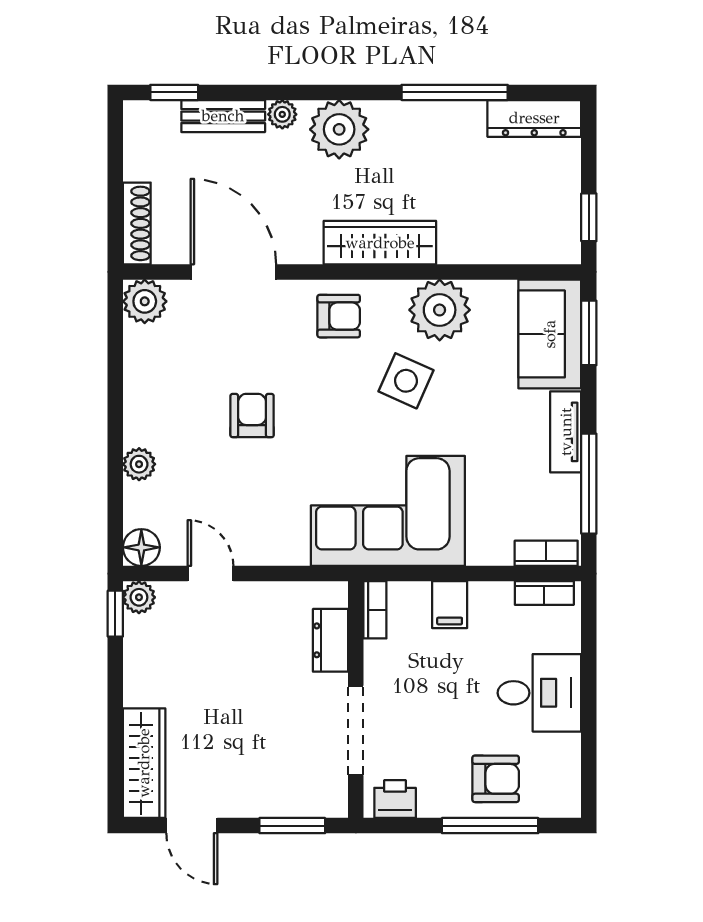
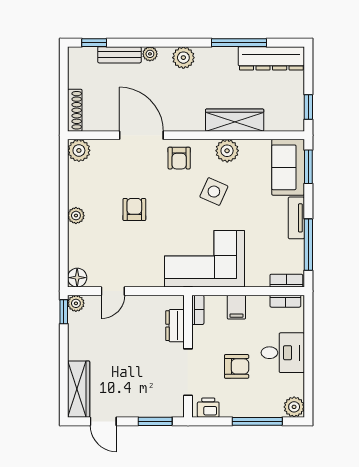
dresser: (534, 118) -> (271, 58), width x1.37, depth x1.24
plant: (339, 129) -> (183, 58), width x0.73, depth x0.73
wardrobe: (380, 243) -> (235, 120), moved
door: (233, 272) -> (141, 135), moved
plant: (440, 310) -> (227, 151), width x0.73, depth x0.73
armchair: (339, 316) -> (179, 158), turned 90
plant: (139, 464) -> (76, 216), moved
door: (211, 574) -> (113, 291), swing flipped
armchair: (496, 779) -> (237, 366), moved
plant: (561, 798) -> (294, 407), added

